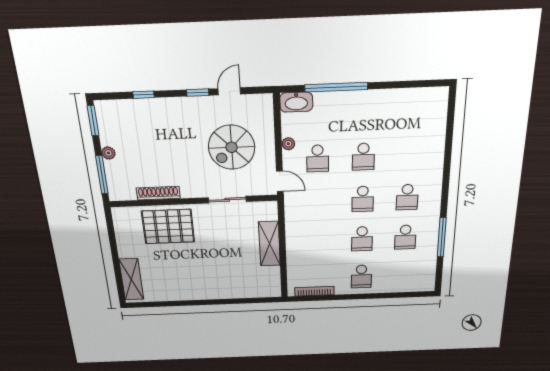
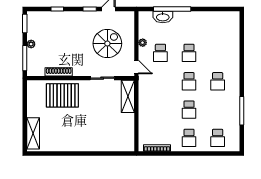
washbasin: (296, 102) -> (163, 17), moved
spiral stairs: (232, 147) -> (107, 44), turned 180
school desk: (405, 237) -> (218, 138), moved
shelving: (269, 244) -> (128, 96), moved

